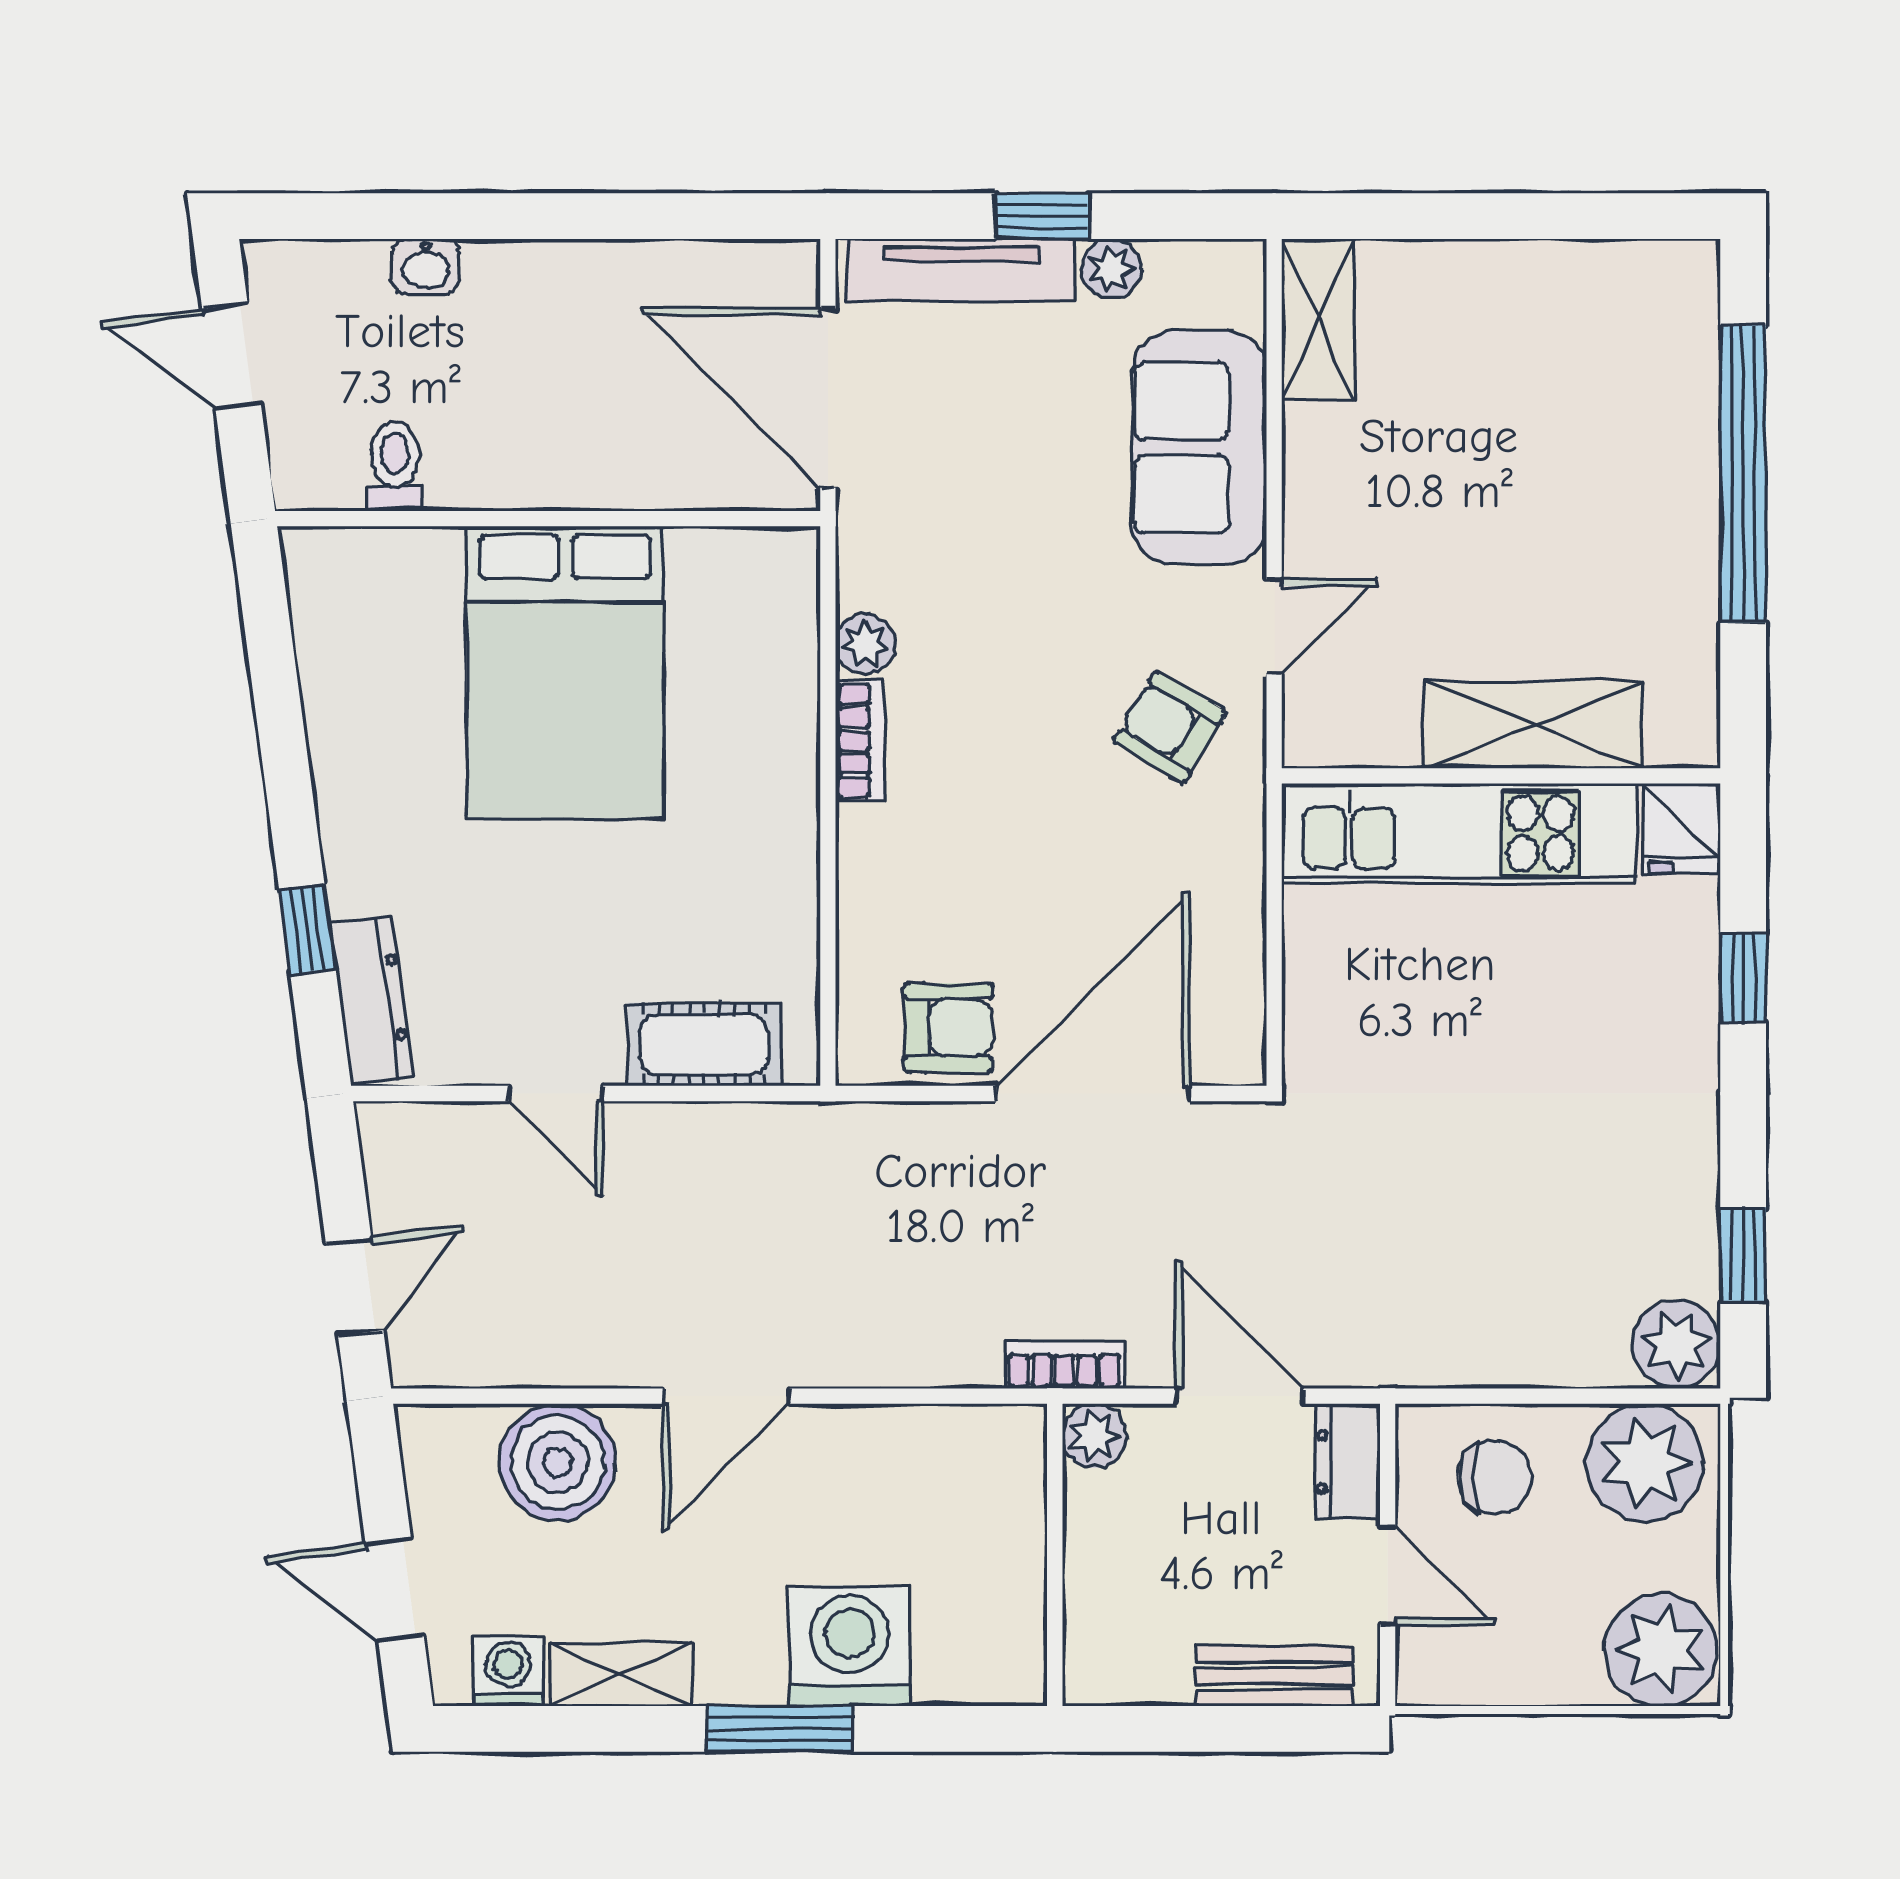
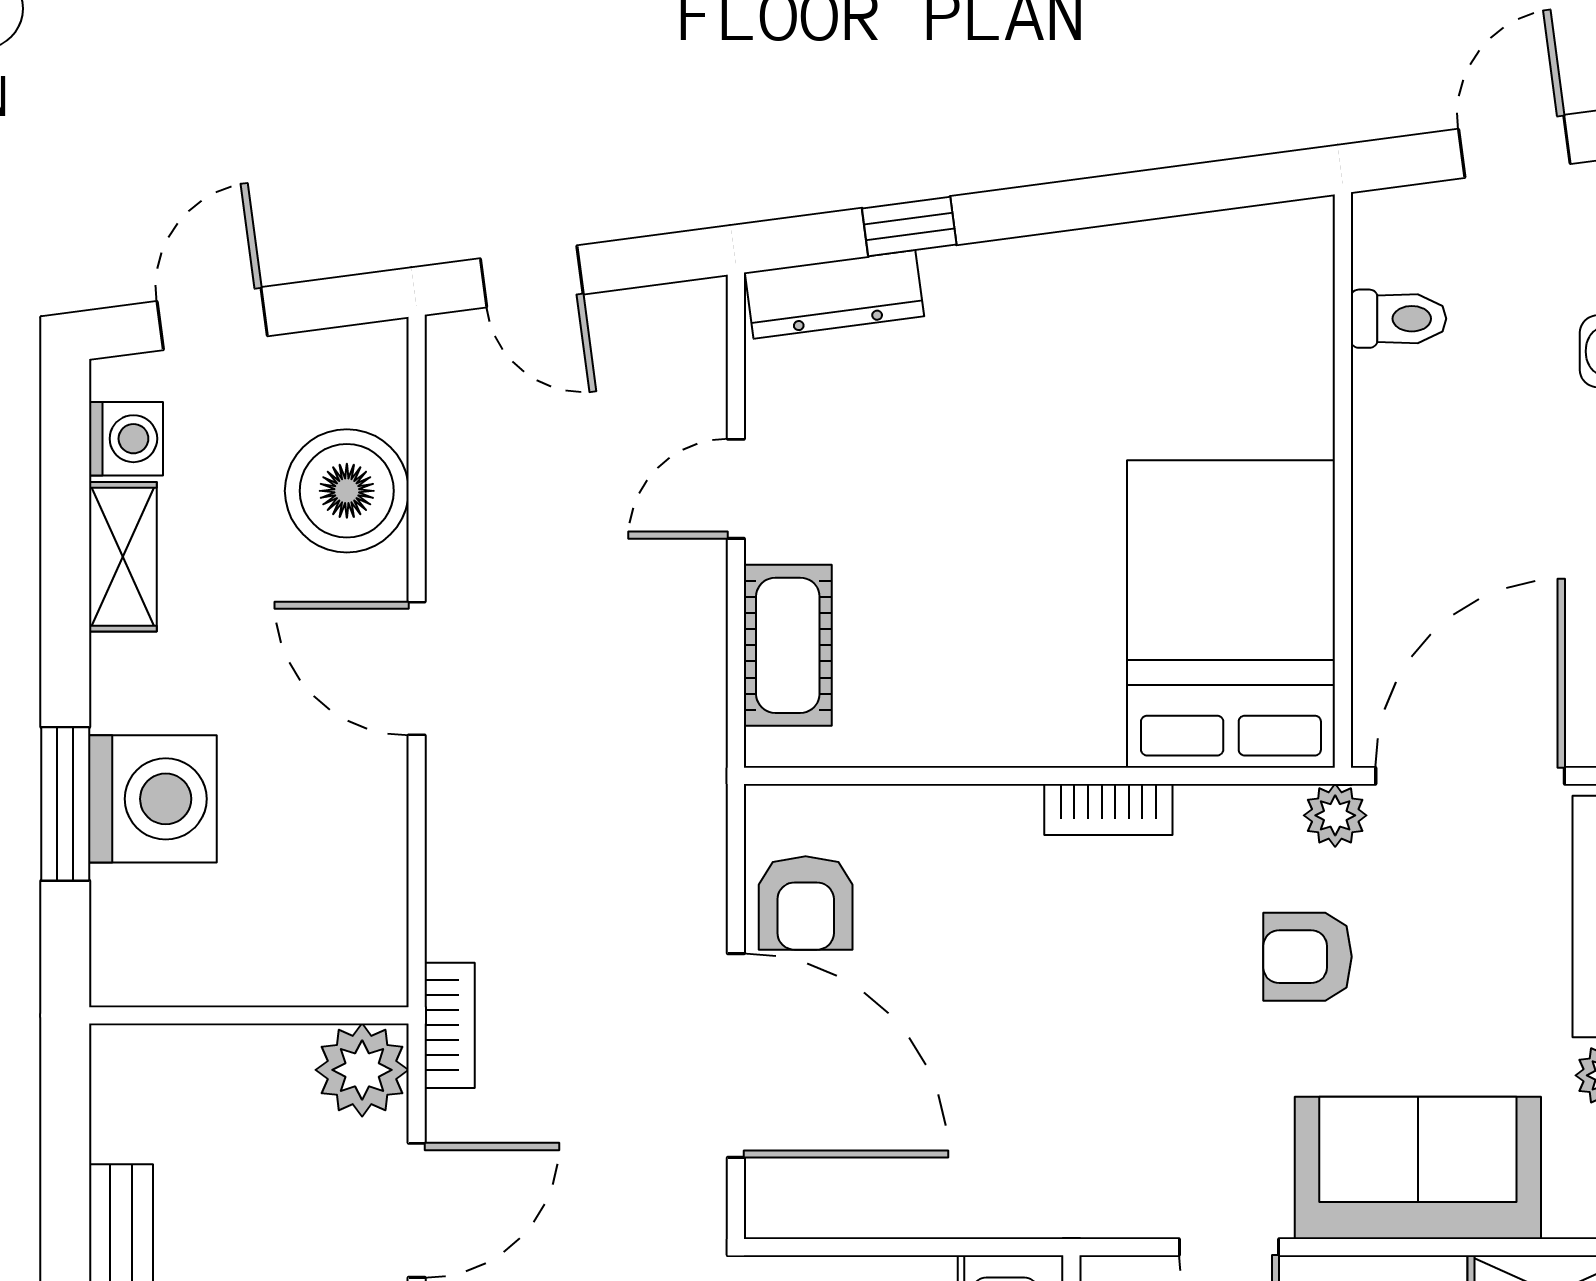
plant: (865, 644) -> (1335, 815), moved
bed: (565, 672) -> (1231, 614), moved, turned 90
armchair: (1170, 727) -> (1307, 957), moved, turned -121
plant: (1094, 1436) -> (362, 1070), width x1.38, depth x1.38
window: (780, 1729) -> (65, 804), moved

